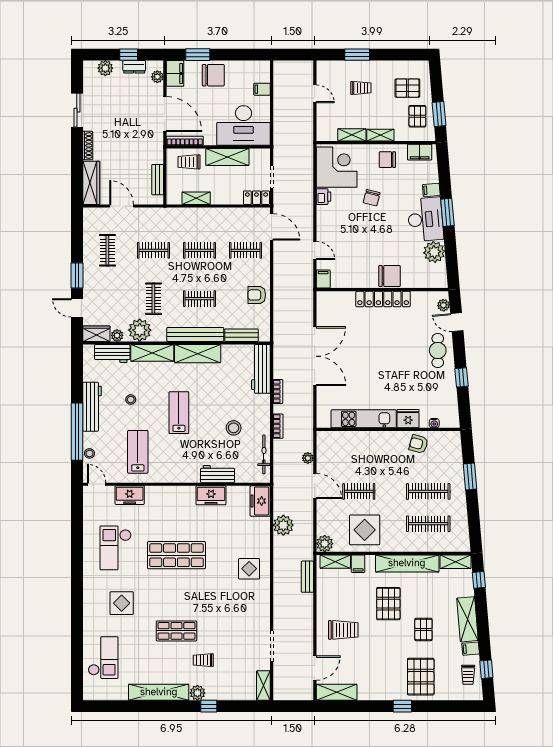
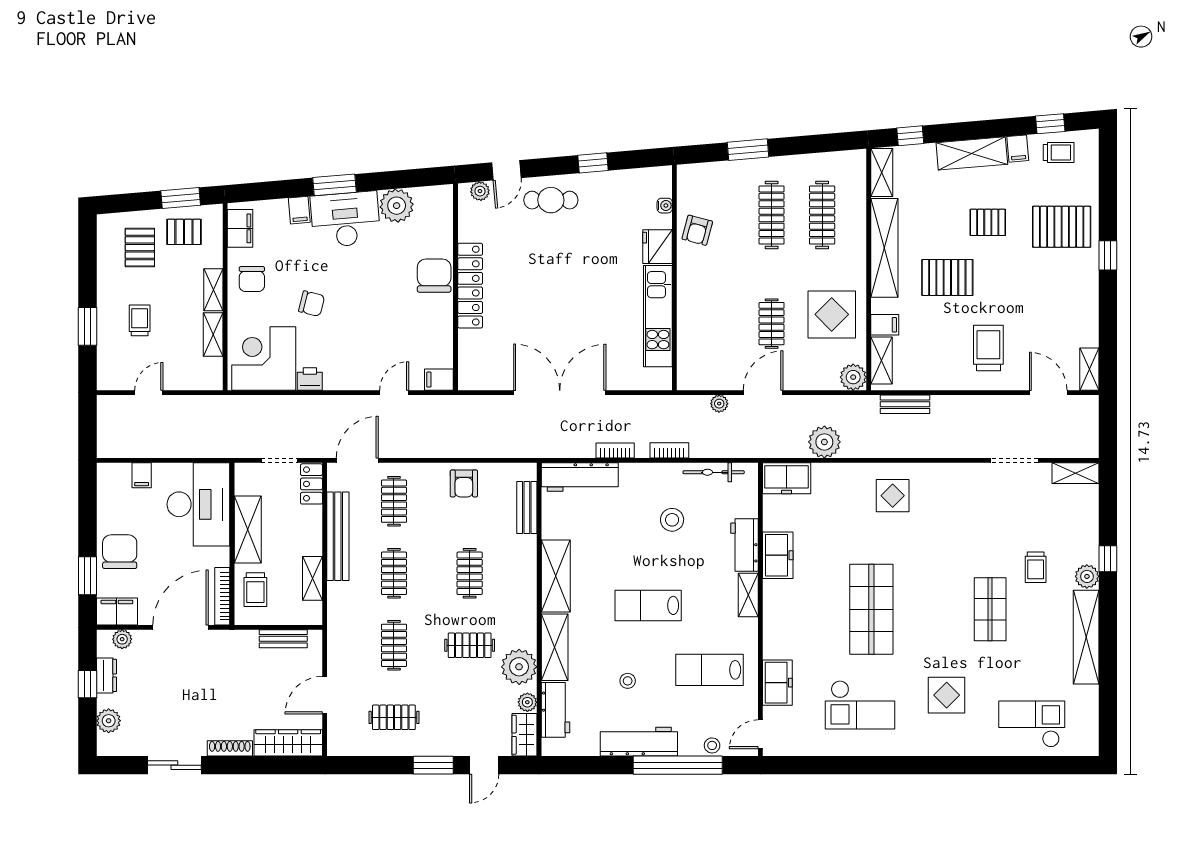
bench: (195, 334) -> (338, 536), moved
shelving: (186, 476) -> (748, 595), added
shelving: (337, 692) -> (1089, 369), width x0.67, depth x0.75

